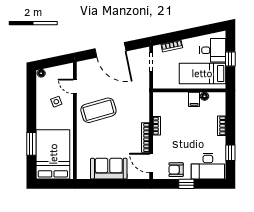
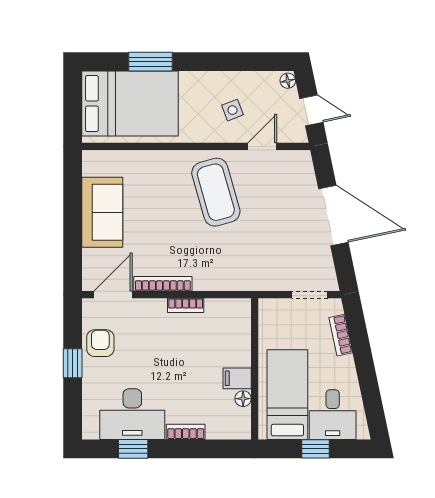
door: (110, 50) -> (333, 216), swing flipped
door: (56, 61) -> (311, 110), added
desk: (208, 166) -> (132, 414), moved, turned -90

